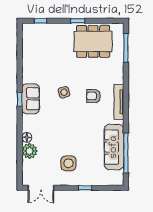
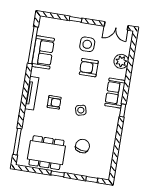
chair: (56, 55) -> (82, 146), added
sofa: (31, 99) -> (115, 93), moved
floor lamp: (27, 137) -> (122, 74), removed
armchair: (63, 139) -> (89, 68), added
sofa: (114, 147) -> (43, 52), width x0.73
double door: (41, 188) -> (116, 26), swing flipped

